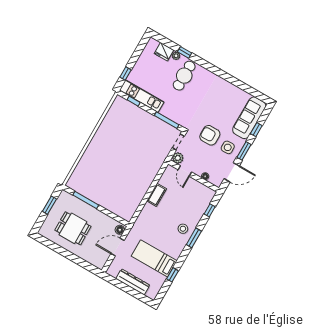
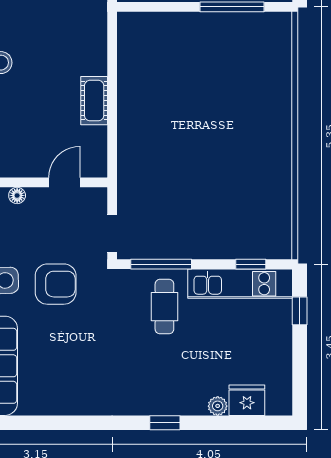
window: (185, 52) -> (165, 423), moved
cafe table: (184, 76) -> (164, 307), moved, width x0.73, depth x0.74
plant: (178, 158) -> (94, 200), removed
door: (185, 171) -> (64, 182), hinge flipped

